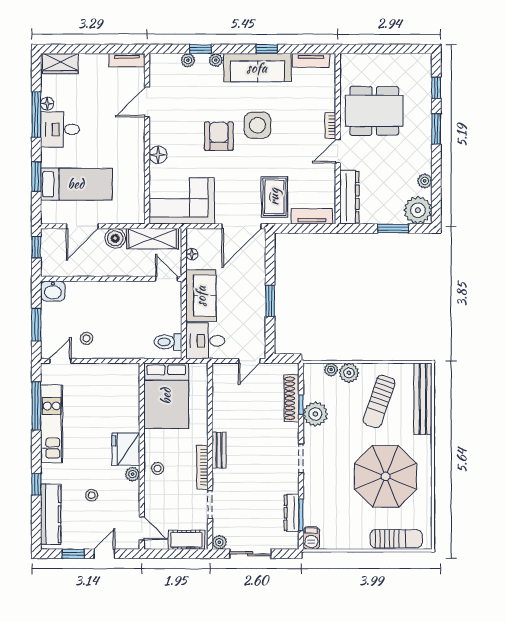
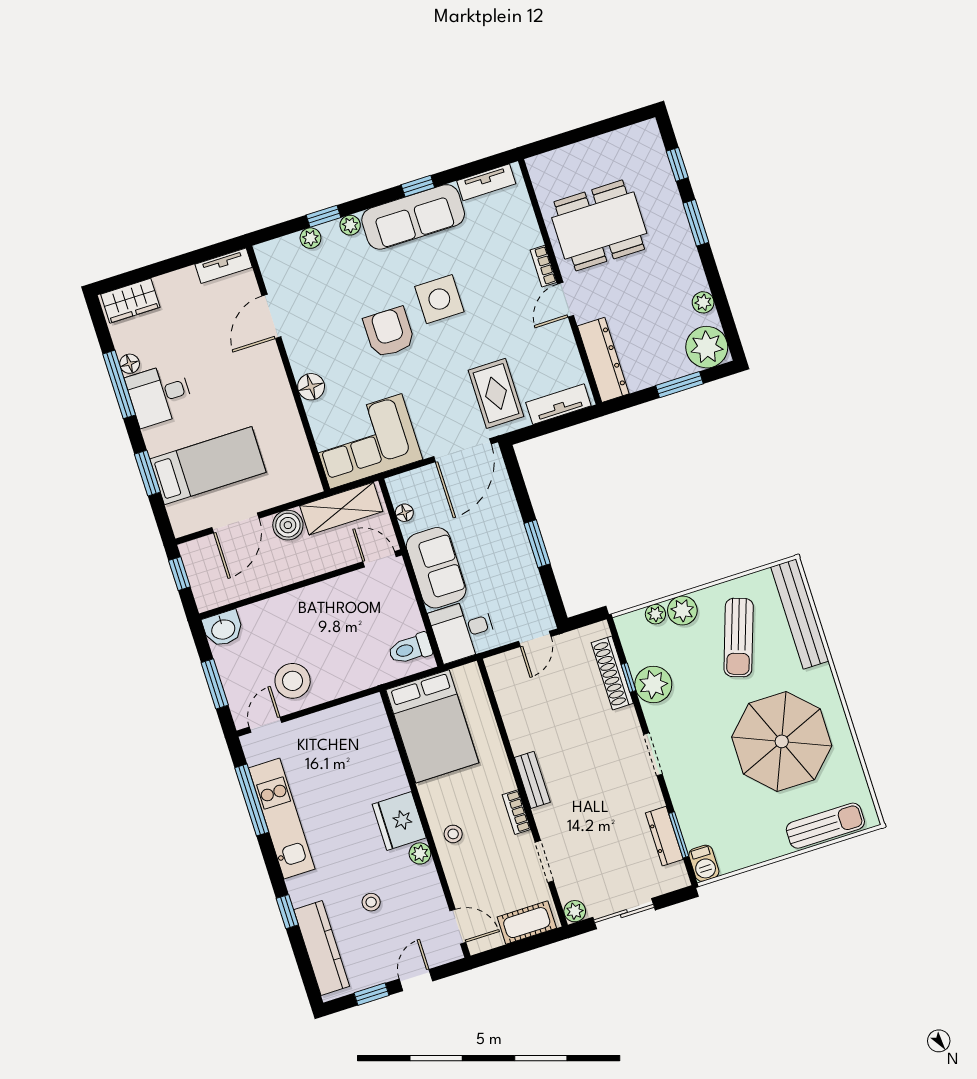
stool: (87, 338) -> (293, 681), width x1.89, depth x1.89
bookcase: (202, 467) -> (516, 812), width x0.64

